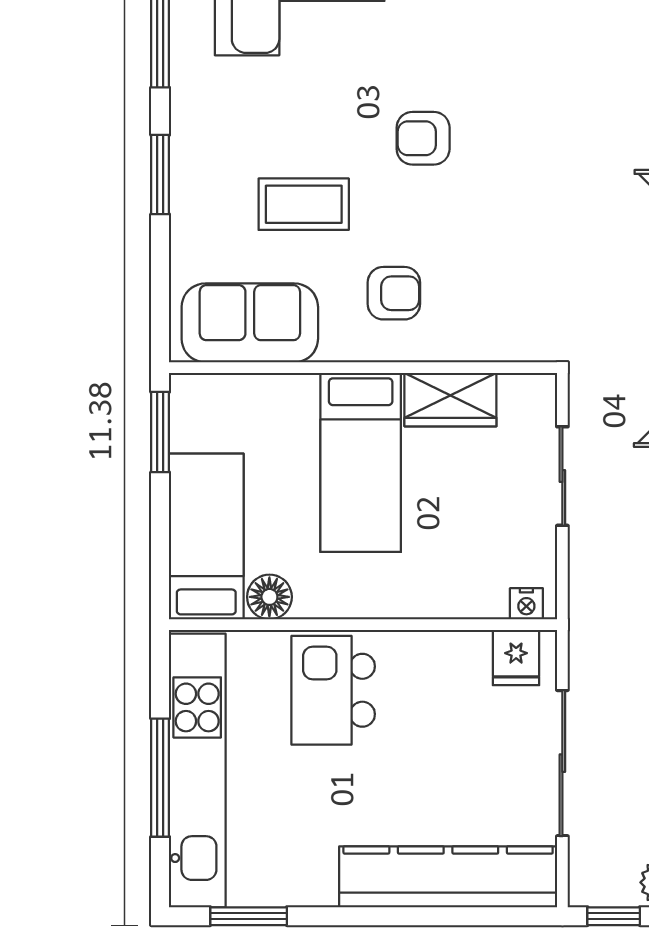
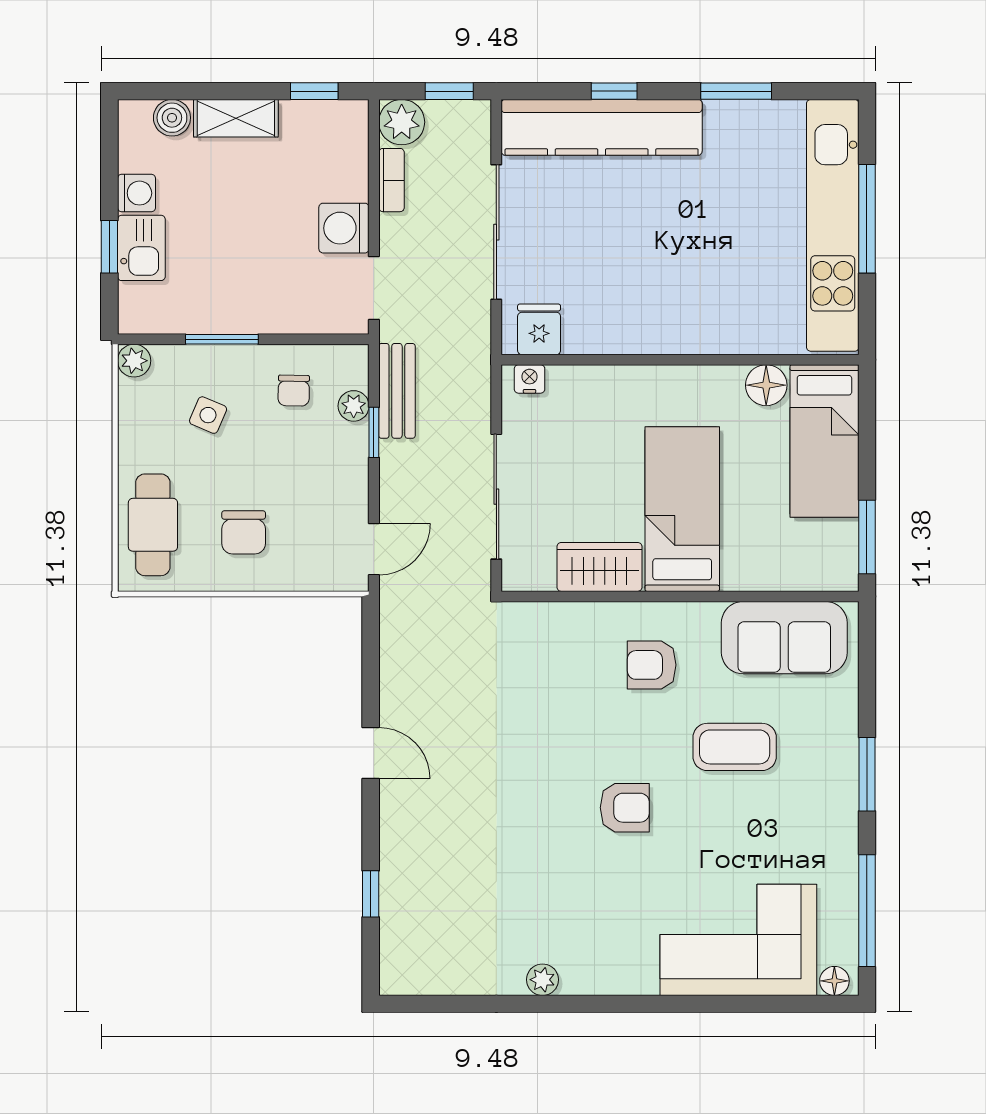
sliding door: (562, 476) -> (496, 497), width x1.37
kitchen island: (333, 690) -> (708, 299), removed
window: (249, 916) -> (736, 91), moved
window: (435, 916) -> (614, 91), added

